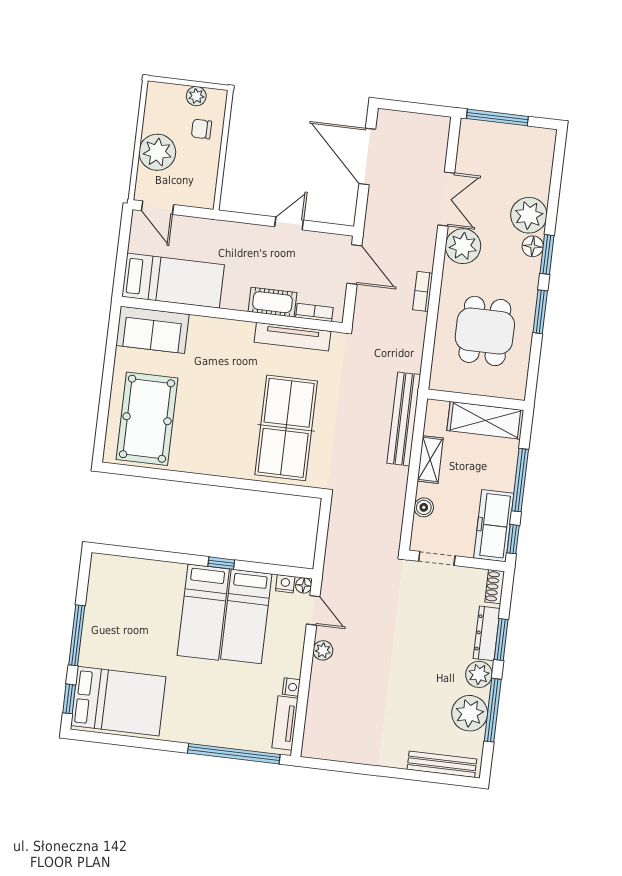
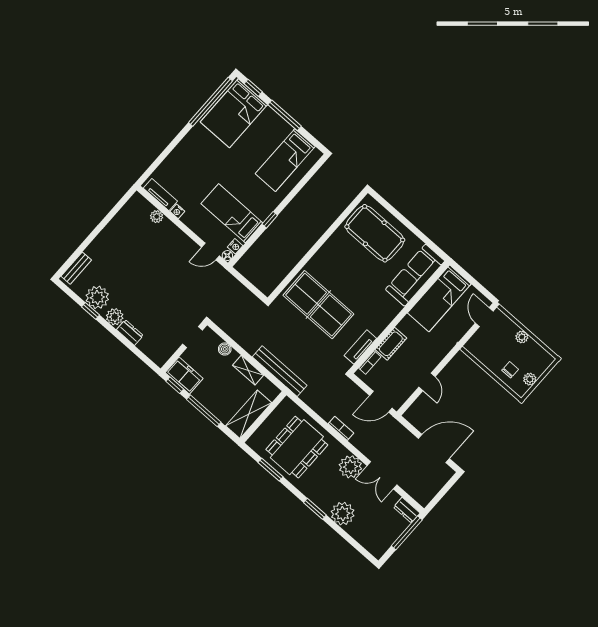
dresser: (469, 137) -> (407, 510), added
plant: (157, 152) -> (522, 337), width x0.53, depth x0.53
door: (158, 208) -> (484, 317), hinge flipped
floor lamp: (533, 246) -> (325, 504), removed
window: (540, 312) -> (270, 470), moved
sofa: (153, 330) -> (415, 275), width x1.36
dining table: (485, 331) -> (297, 447), width x1.37
tv unit: (293, 337) -> (360, 347), width x0.71
freezer: (494, 526) -> (184, 376), width x0.71
shoe rack: (495, 587) -> (156, 358), removed
bed: (203, 612) -> (285, 160), moved, turned -90
dresser: (487, 633) -> (130, 333), width x0.70
window: (501, 639) -> (125, 342), removed
plant: (323, 650) -> (157, 217), moved
window: (493, 710) -> (90, 311), width x0.46
window: (234, 754) -> (211, 102), moved
bench: (442, 764) -> (76, 268), width x0.73

